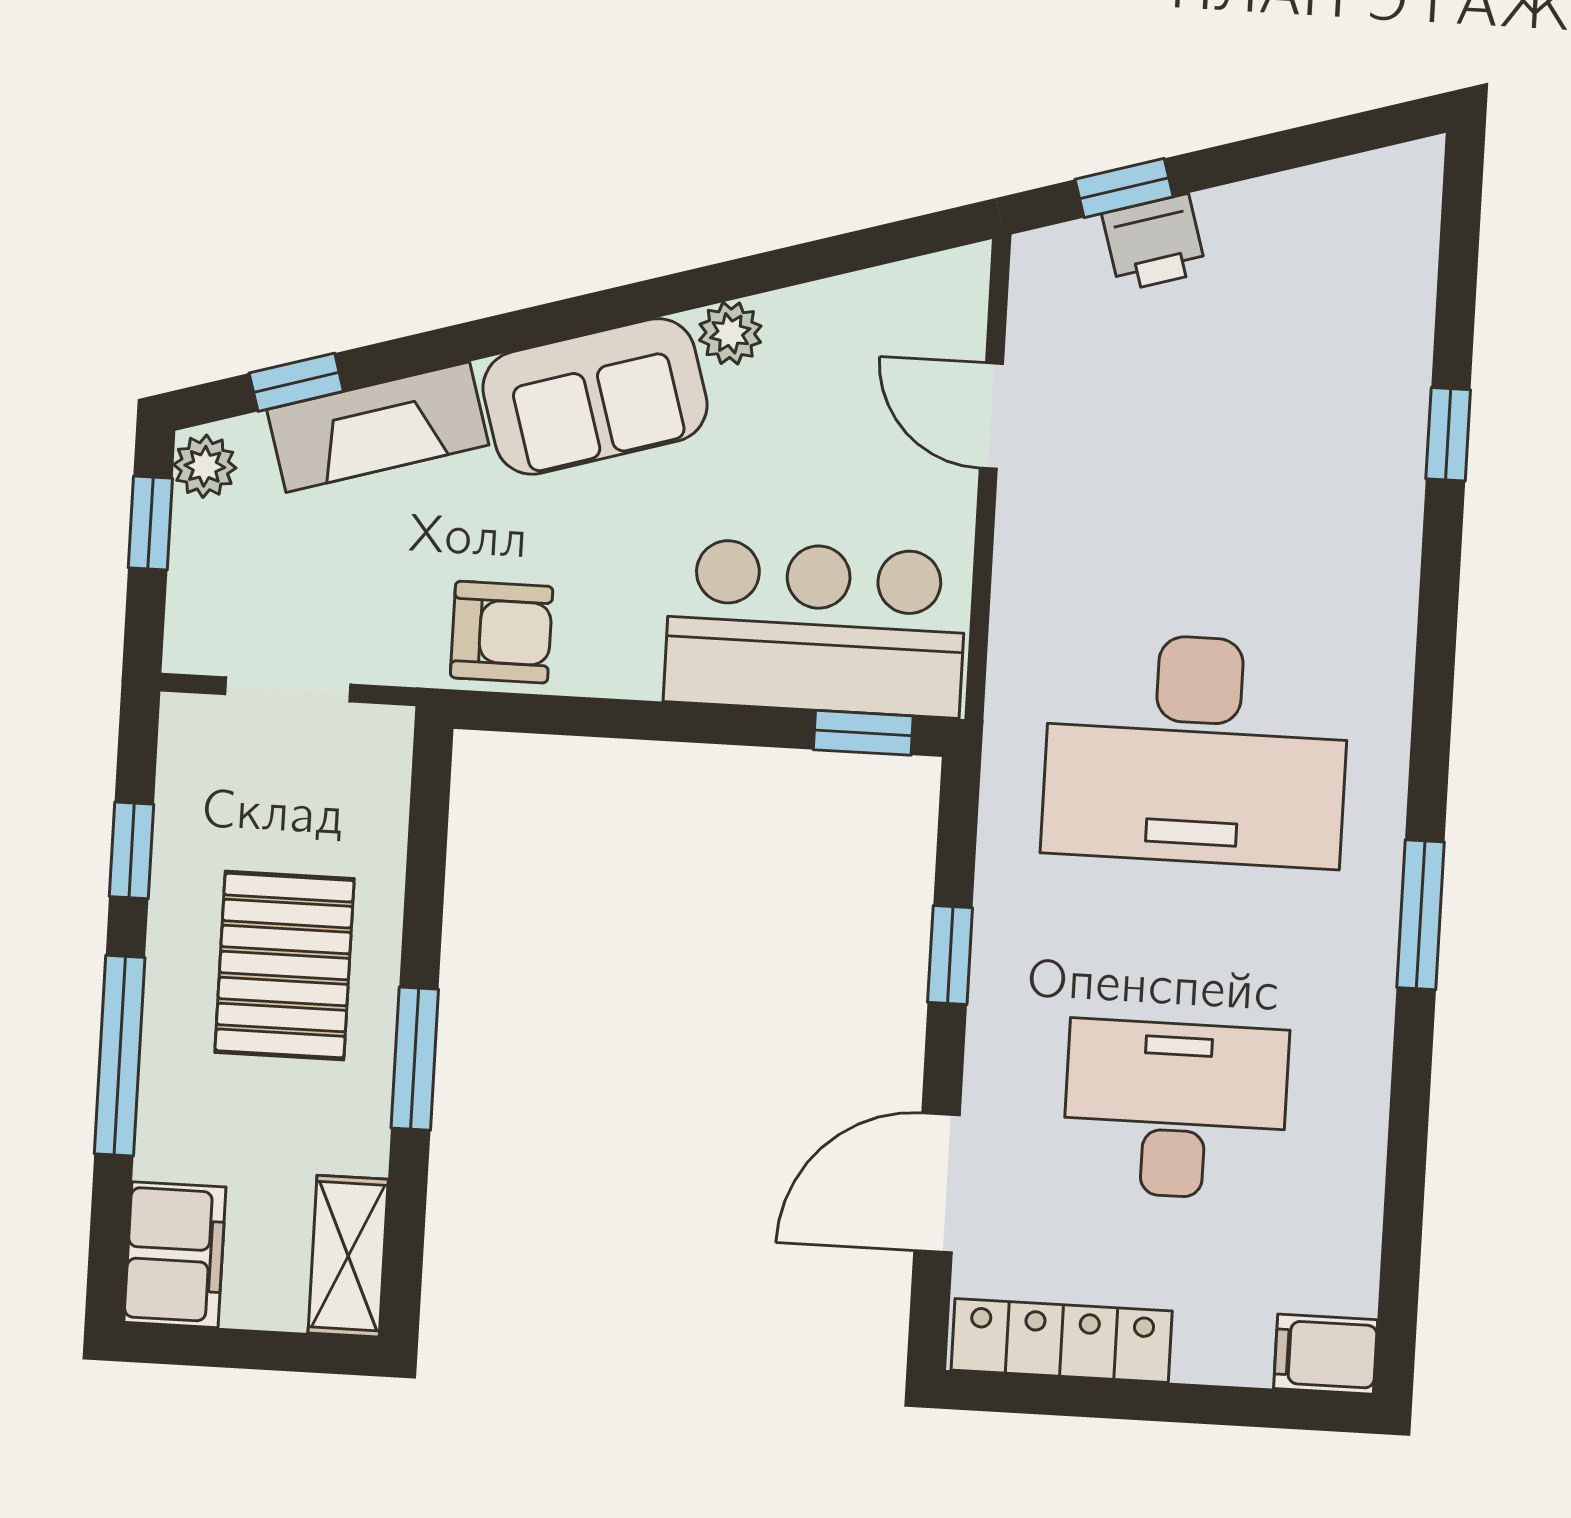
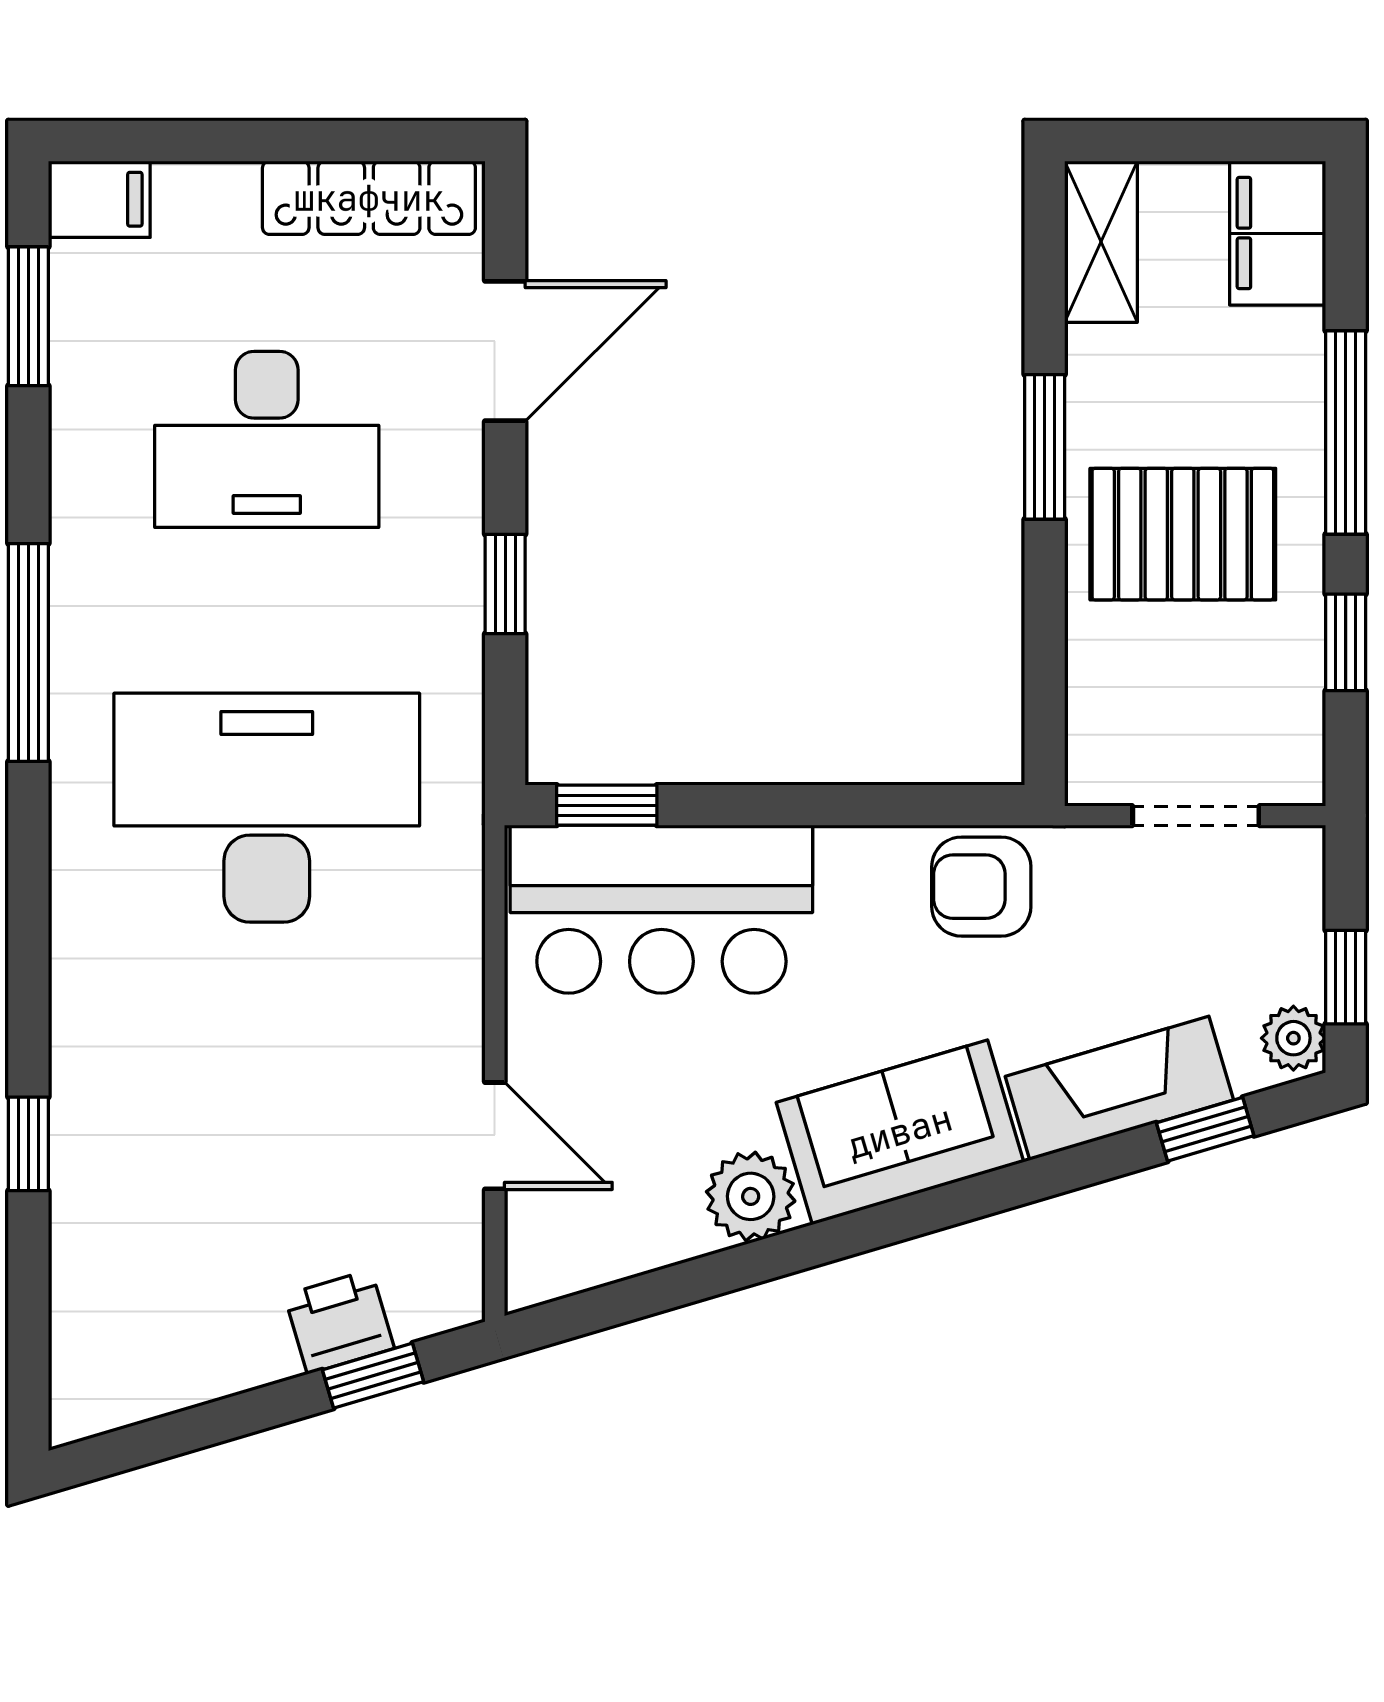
plant: (730, 333) -> (751, 1196), width x1.38, depth x1.38
window: (1420, 915) -> (28, 653), width x1.44
pallet: (285, 966) -> (1183, 534), turned 90
window: (1402, 1244) -> (28, 316), added

